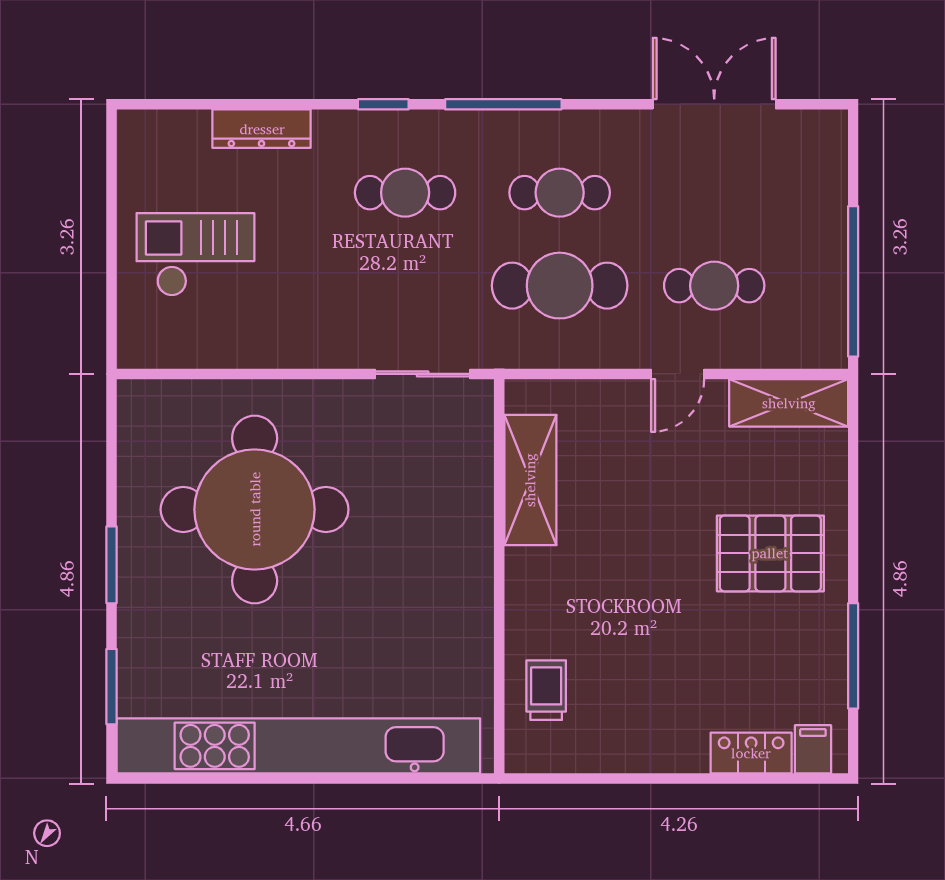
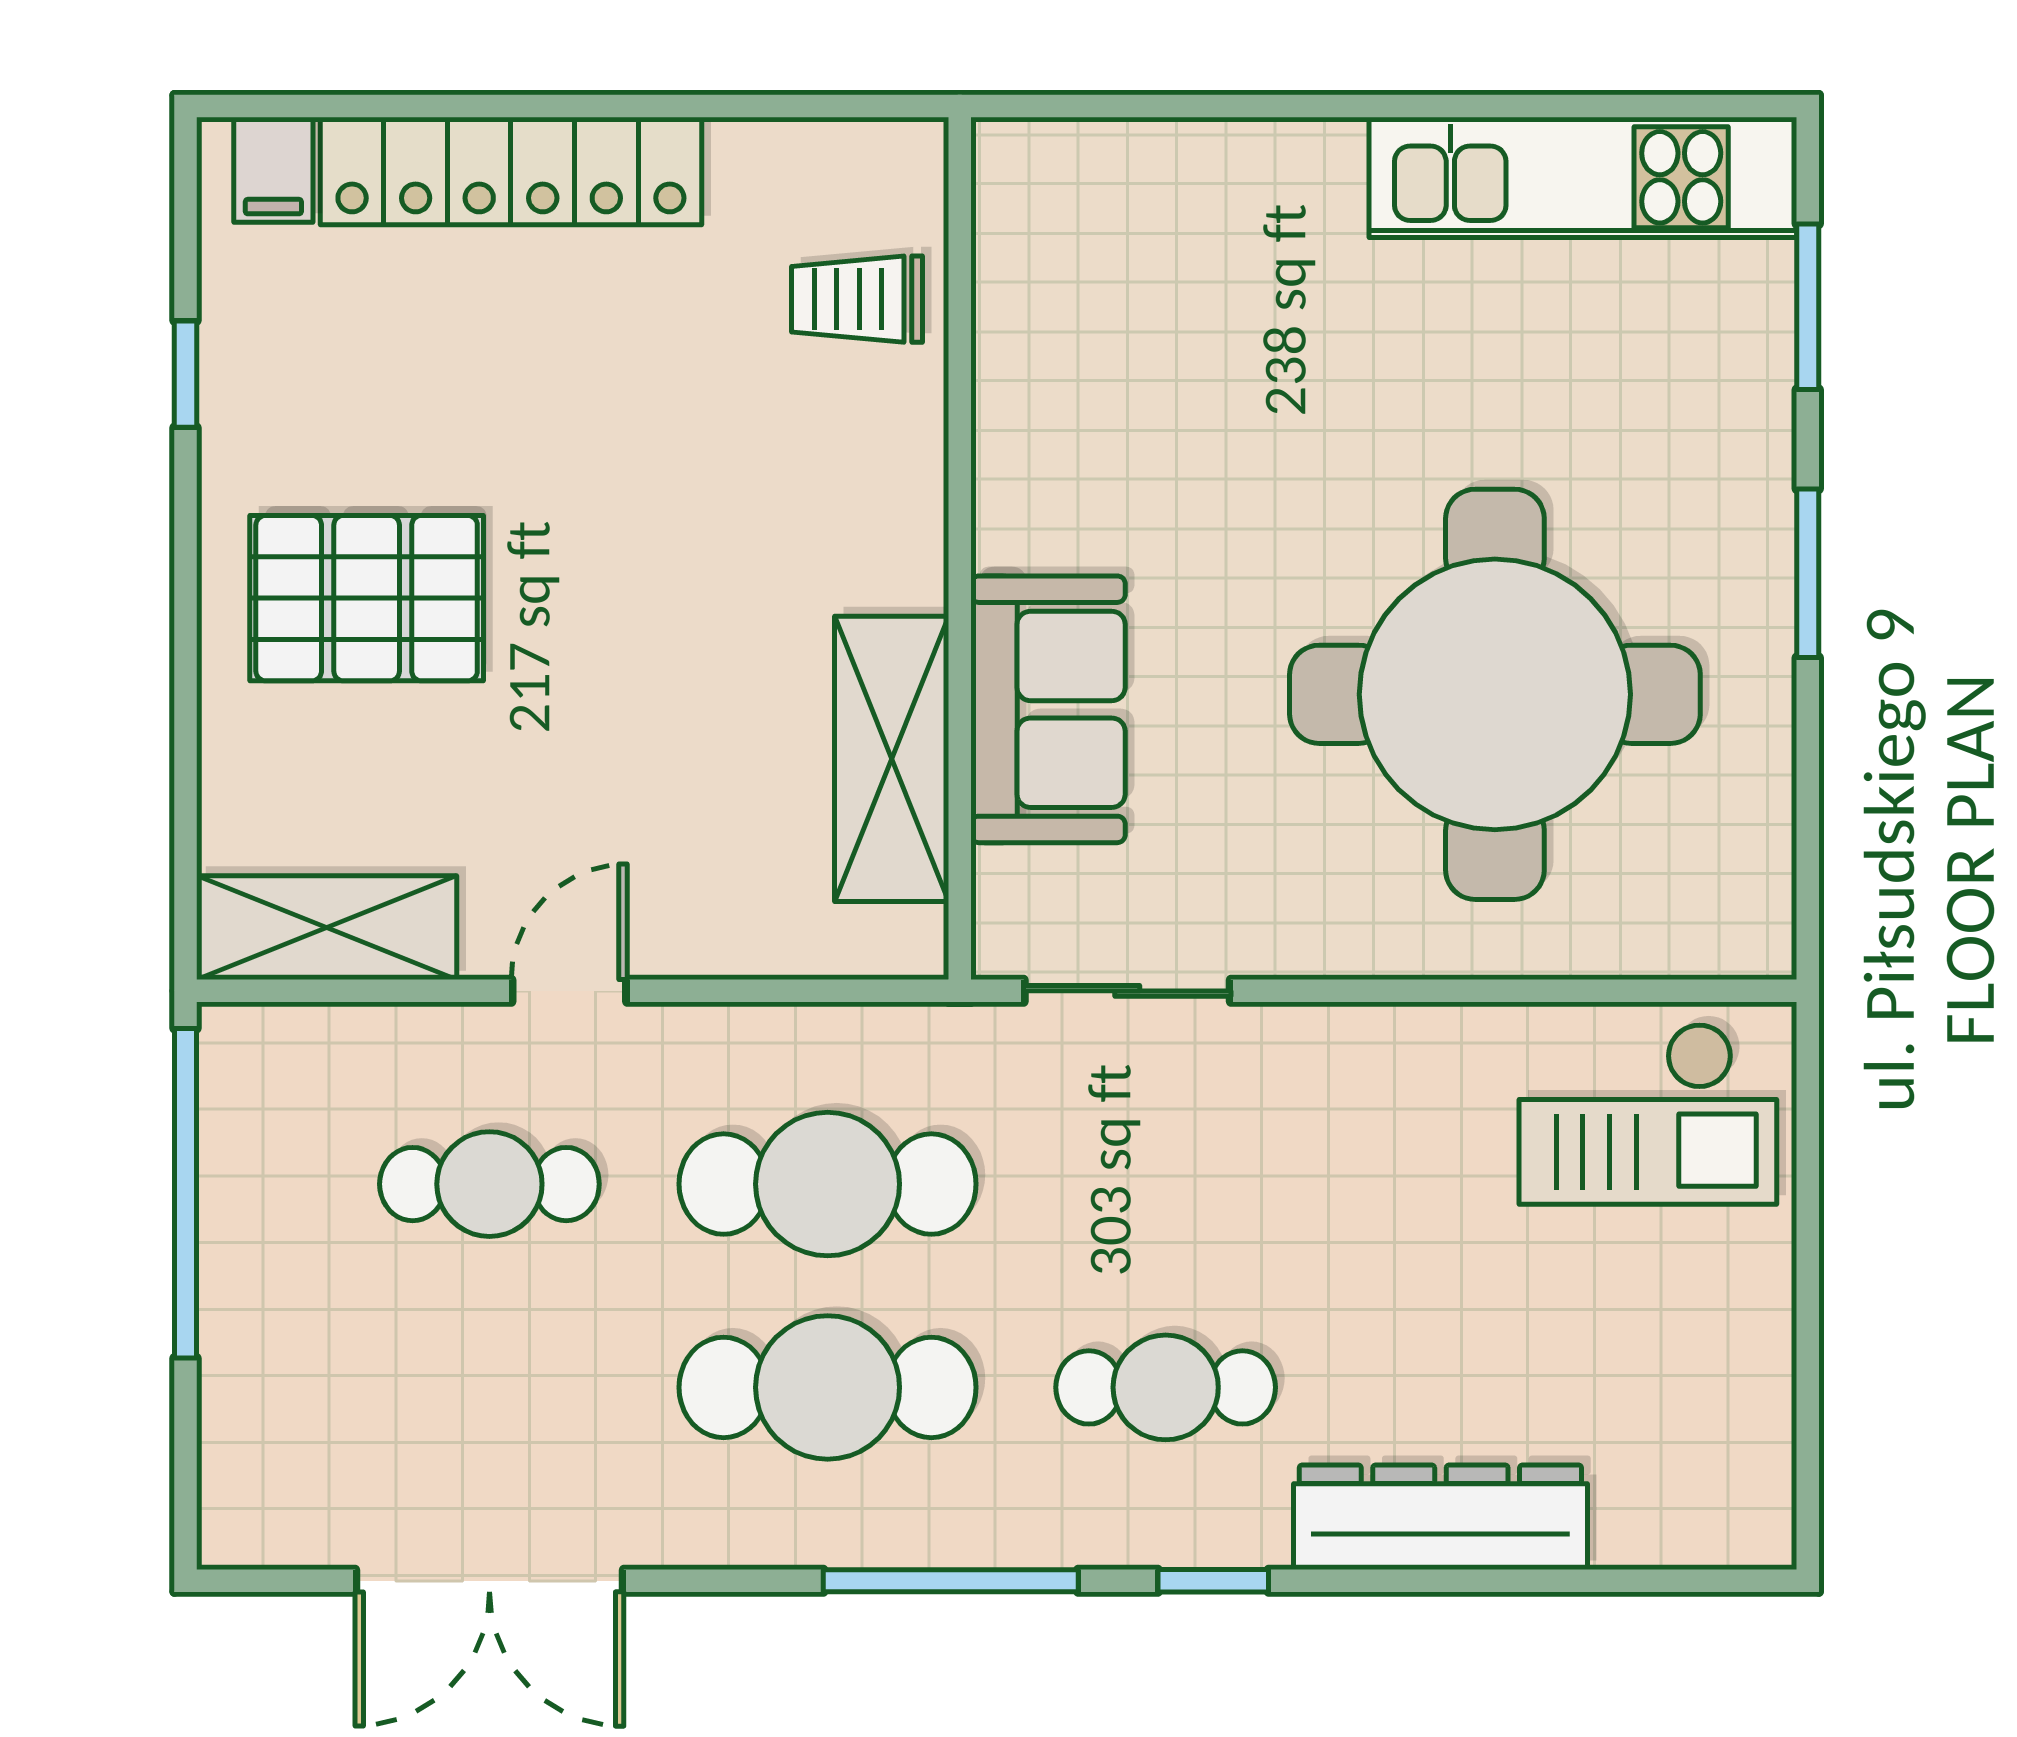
dresser: (262, 129) -> (1440, 1517), width x1.37, depth x1.24
cafe table: (560, 193) -> (828, 1387), width x1.37, depth x1.35
checkout: (195, 255) -> (1648, 1114), moved
sofa: (459, 503) -> (1048, 709), added
window: (853, 656) -> (185, 374), width x0.46
trolley: (546, 690) -> (857, 299), turned 90
kitchen unit: (298, 746) -> (1583, 177), width x0.54
locker: (751, 753) -> (511, 171), width x2.16, depth x1.21

